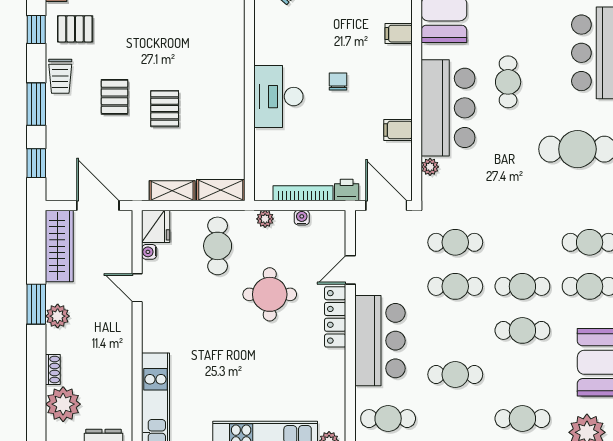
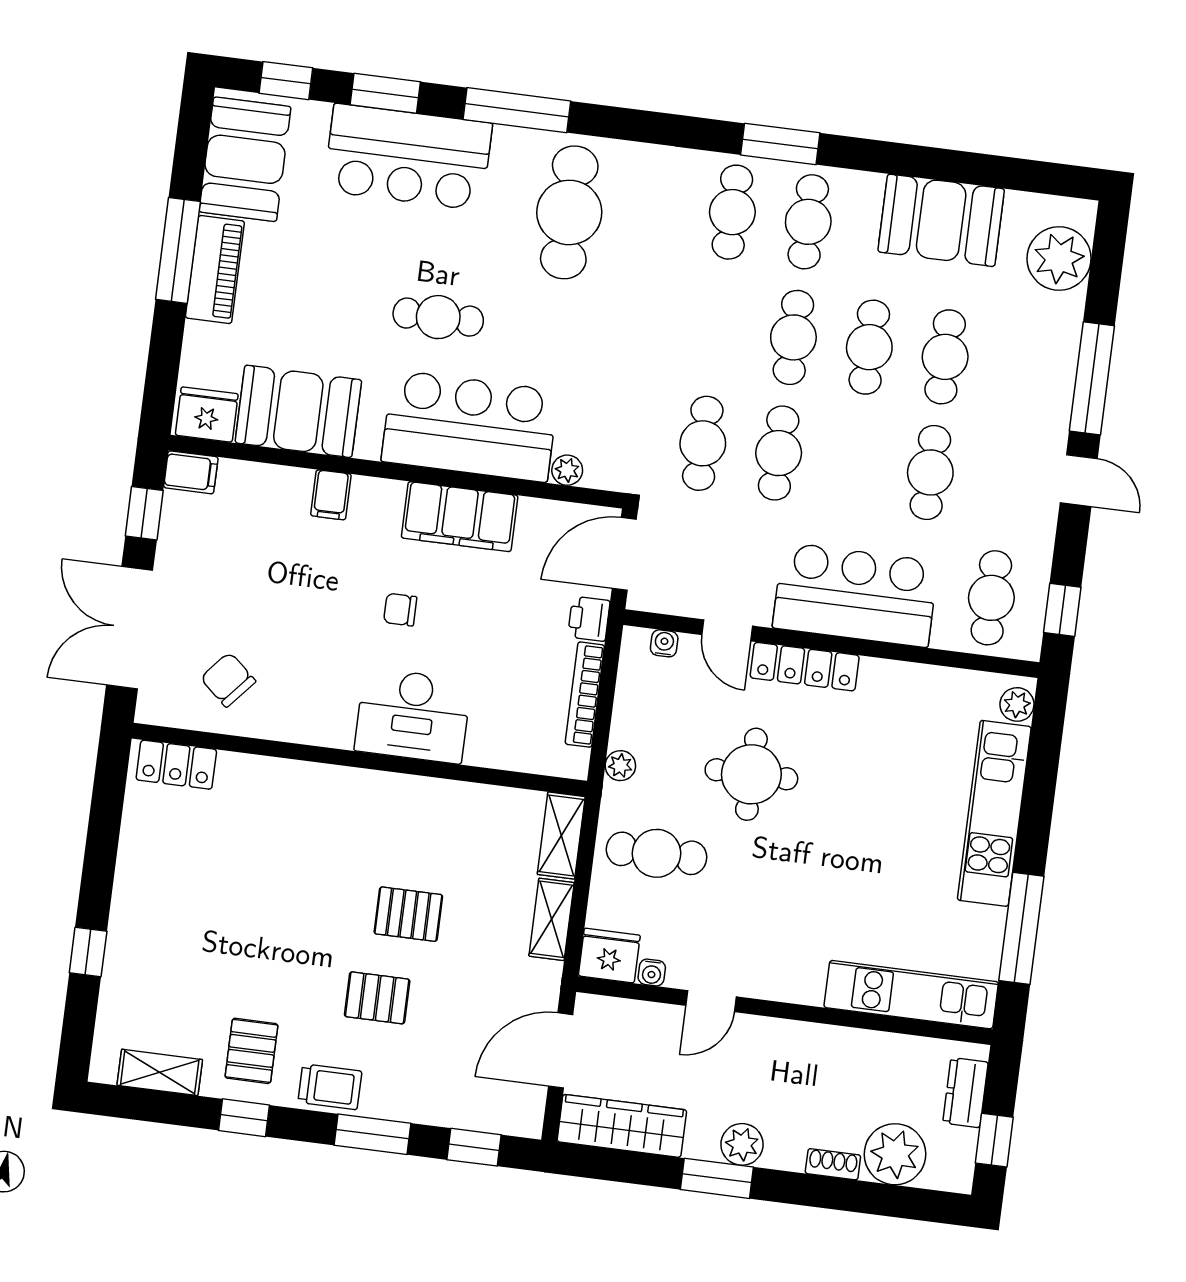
filing cabinet: (398, 130) -> (460, 517), width x3.00, depth x1.17
water cooler: (302, 218) -> (664, 643), moved, turned 90
cafe table: (522, 419) -> (945, 357), moved

